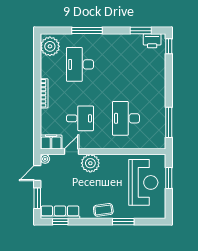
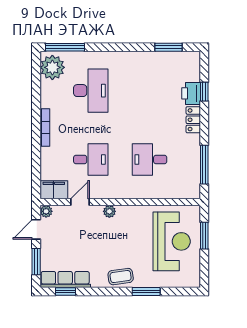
window: (87, 31) -> (65, 47), moved
printer: (152, 41) -> (191, 93), moved, turned 90
window: (169, 46) -> (204, 92), moved
desk: (80, 64) -> (91, 91), turned 180
locker: (160, 87) -> (193, 120), added
desk: (126, 118) -> (150, 159), width x0.73
plant: (90, 163) -> (109, 211), width x0.53, depth x0.53

